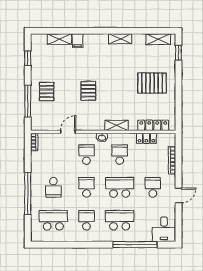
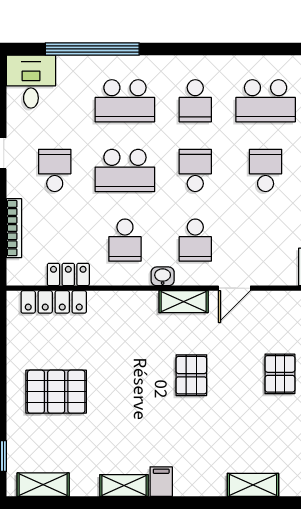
filing cabinet: (78, 41) -> (161, 482), moved
shelving: (117, 125) -> (184, 302), moved
school desk: (87, 187) -> (195, 170), turned 180
school desk: (153, 187) -> (55, 170), turned 180

